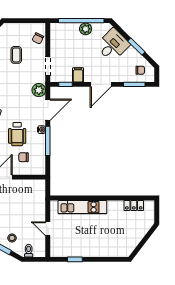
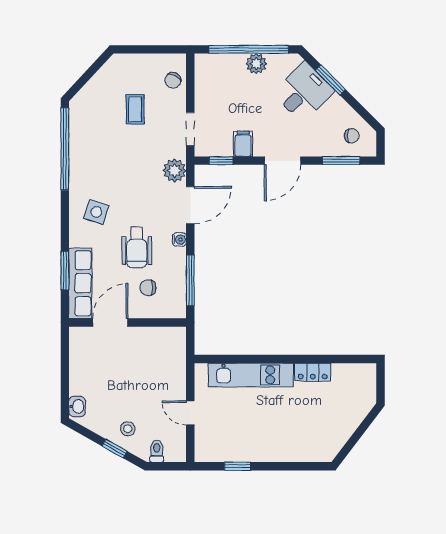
window: (136, 46) -> (330, 80), moved
window: (48, 141) -> (190, 280), moved
locker: (134, 205) -> (313, 372), moved

